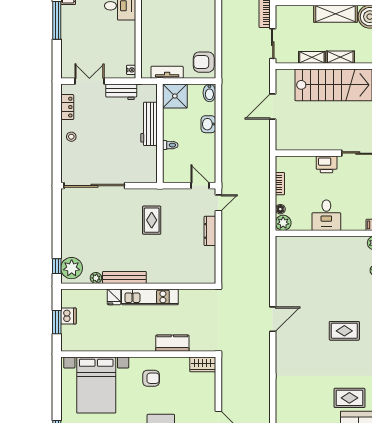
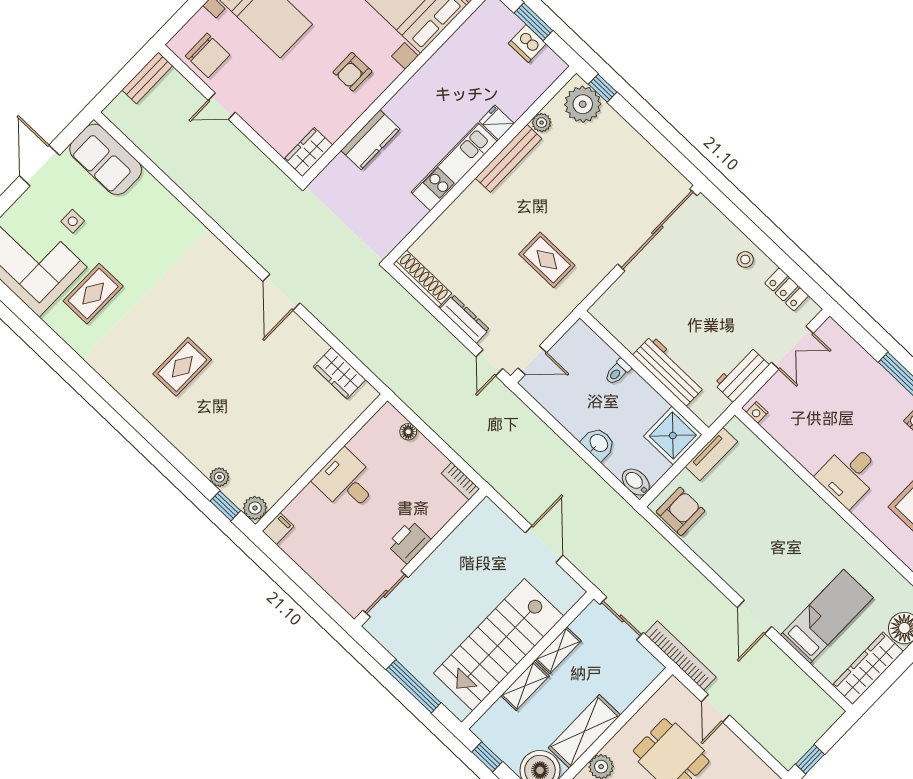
bookcase: (280, 184) -> (461, 481), moved
plant: (283, 223) -> (388, 419), removed
wardrobe: (283, 262) -> (339, 373), added
shoe rack: (210, 265) -> (422, 279), added

